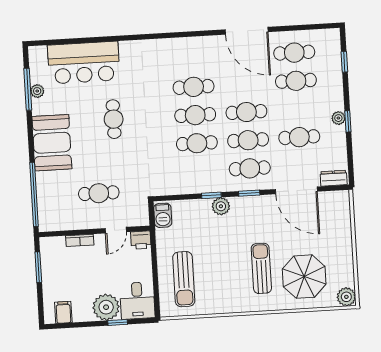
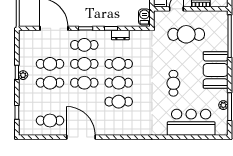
cafe table: (296, 81) -> (50, 83), moved
dresser: (334, 178) -> (120, 35), moved
cafe table: (99, 193) -> (186, 34), width x1.37, depth x1.35
plant: (221, 206) -> (105, 21), removed

